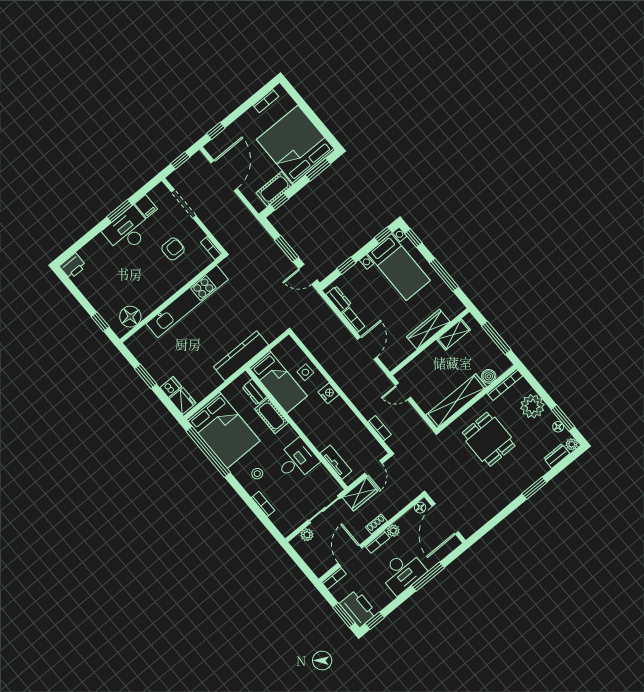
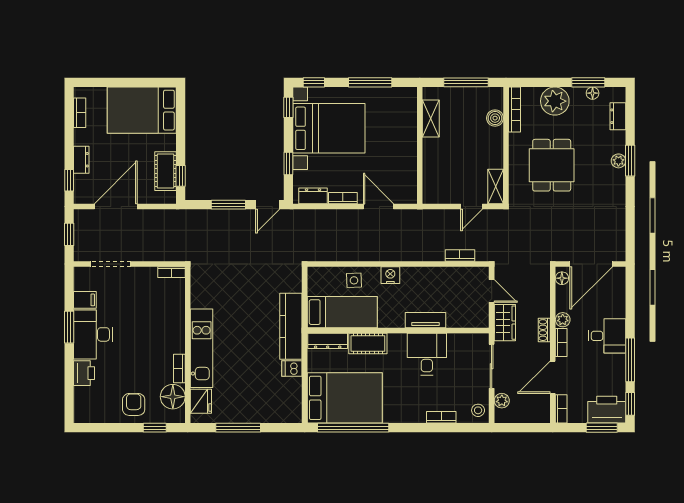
dresser: (236, 128) -> (81, 160), added
bed: (296, 145) -> (142, 110), width x0.73
window: (318, 170) -> (181, 117), removed
door: (224, 176) -> (116, 206), hinge flipped
armchair: (173, 249) -> (134, 404), moved
printer: (73, 266) -> (84, 373), moved
bed with nightstands: (399, 267) -> (329, 128), width x1.36
kitchen unit: (187, 301) -> (202, 348), width x0.73
bookcase: (152, 306) -> (179, 368), added
wardrobe: (428, 329) -> (407, 137), removed
window: (146, 376) -> (238, 428), width x1.44
dishwasher: (171, 387) -> (292, 369), moved, turned -90
door: (403, 391) -> (472, 206), moved
dresser: (255, 392) -> (328, 341), width x1.44
fridge: (183, 401) -> (201, 401), moved, turned 90
shelving: (456, 401) -> (496, 186), width x0.45, depth x0.75
dining table: (489, 439) -> (552, 165), turned 90
plant: (572, 444) -> (618, 161), moved
tv unit: (336, 462) -> (425, 320), moved
stool: (257, 474) -> (478, 410), moved
door: (445, 519) -> (591, 264), hinge flipped
door: (350, 555) -> (553, 377), hinge flipped
desk: (403, 572) -> (607, 336), width x0.73
window: (428, 577) -> (630, 360), moved

